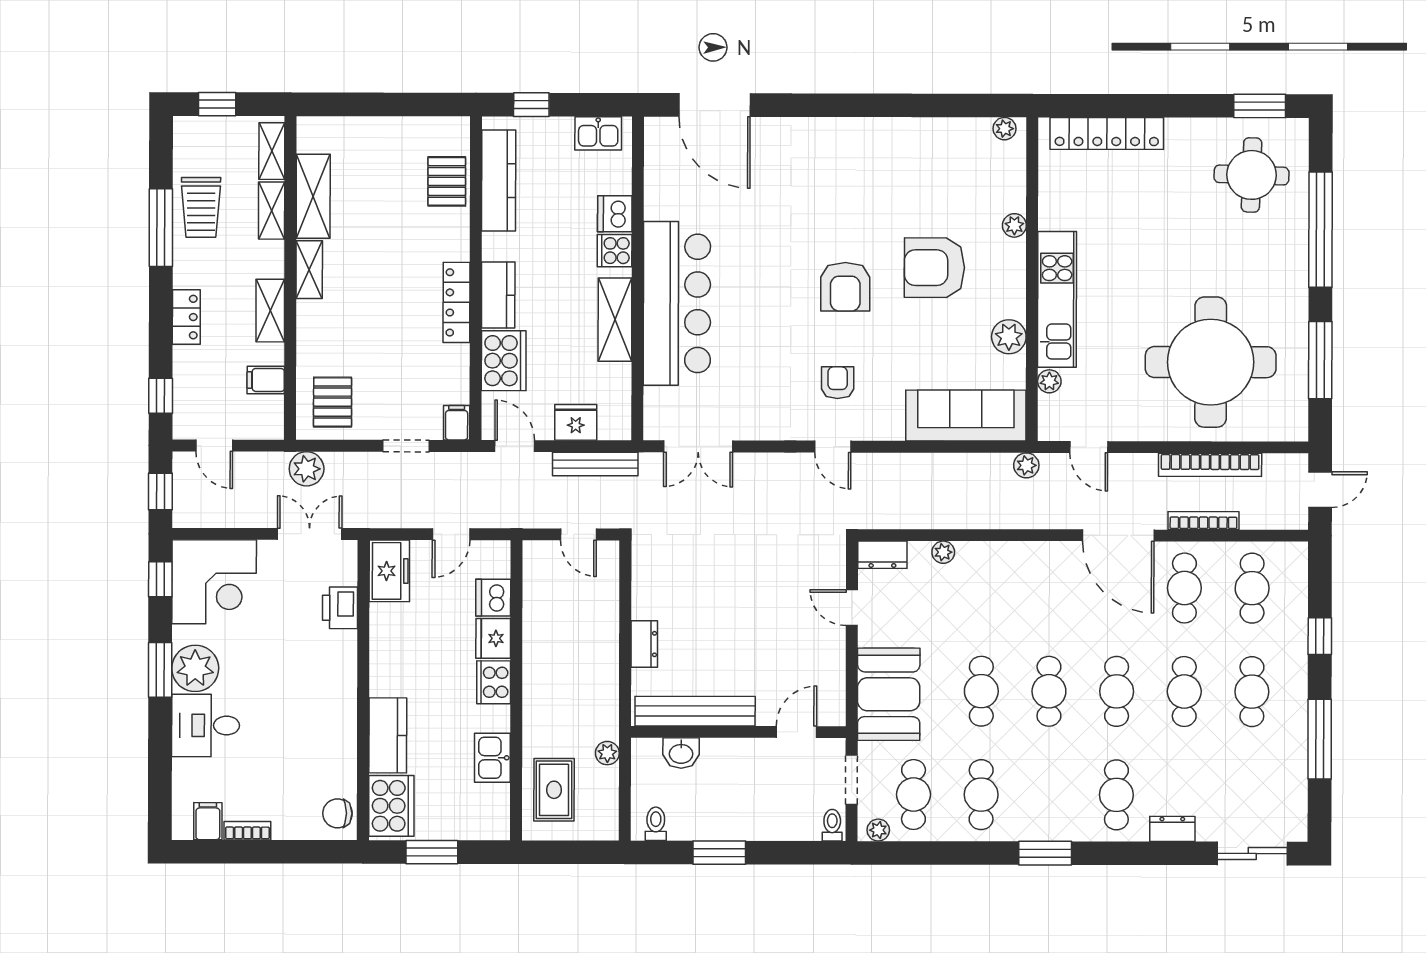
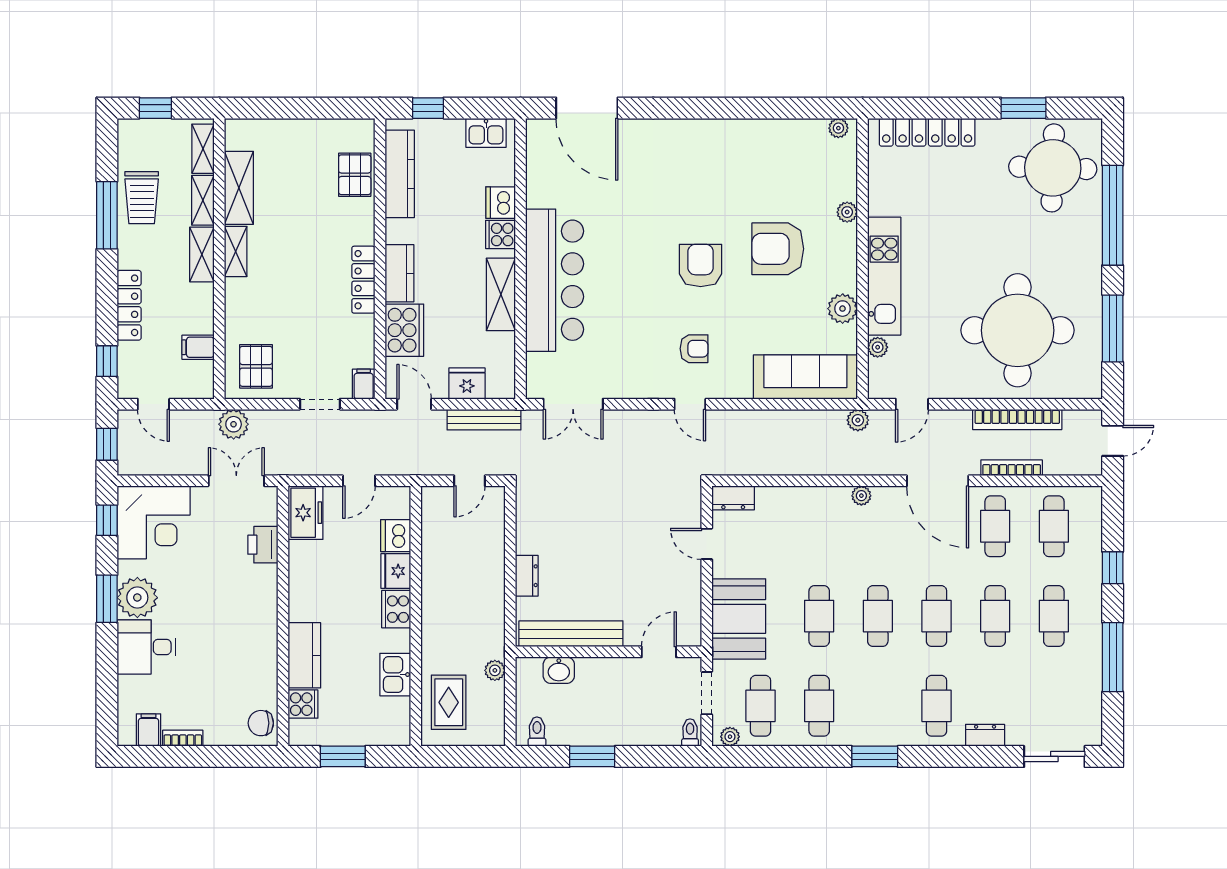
window: (1260, 106) -> (1023, 108), moved
round table: (1252, 175) -> (1053, 168), width x1.36, depth x1.36
armchair: (845, 287) -> (701, 266), turned 180
shelving: (270, 311) -> (202, 254), moved
locker: (186, 317) -> (129, 305), width x1.53
armchair: (838, 383) -> (694, 349), turned 90
door: (1089, 447) -> (912, 404), hinge flipped
door: (578, 534) -> (469, 481), hinge flipped
plant: (943, 552) -> (861, 496), moved
cooker: (391, 806) -> (303, 704), width x0.53, depth x0.76

